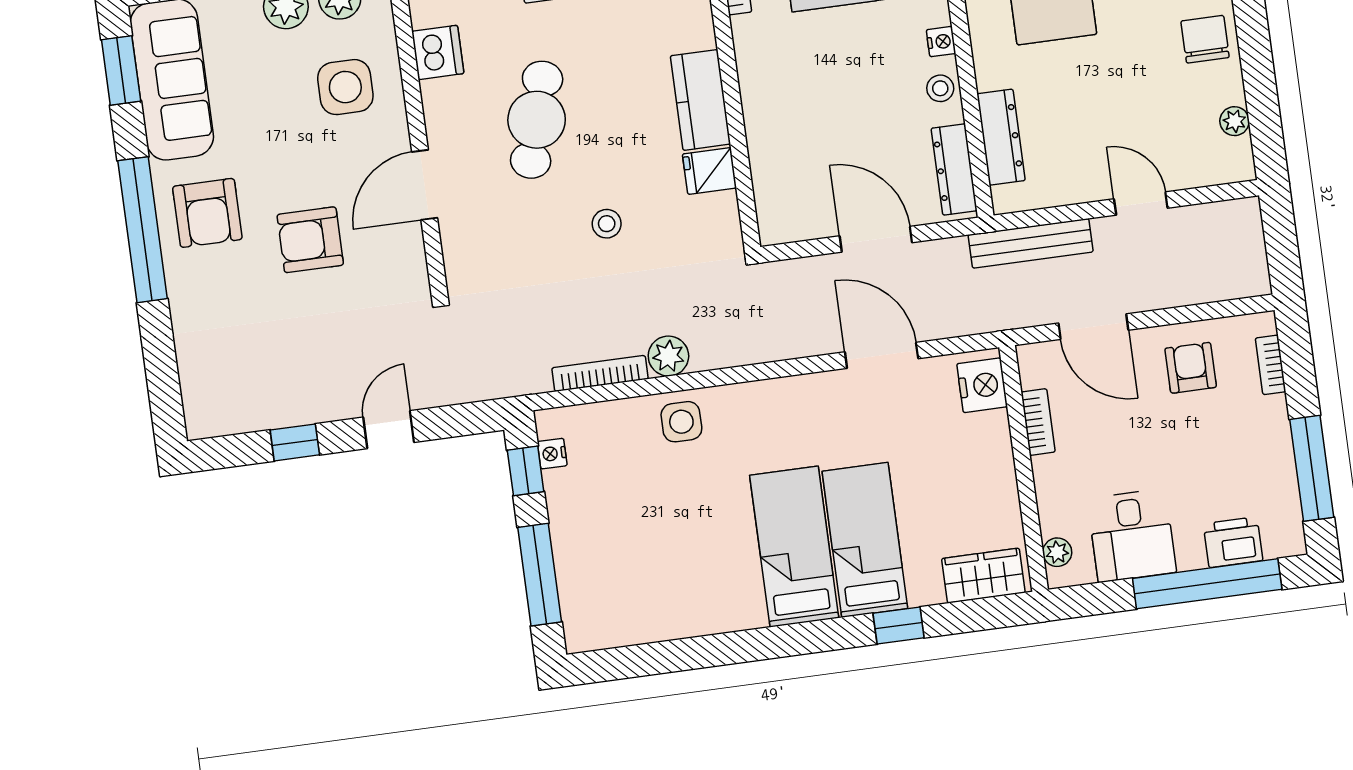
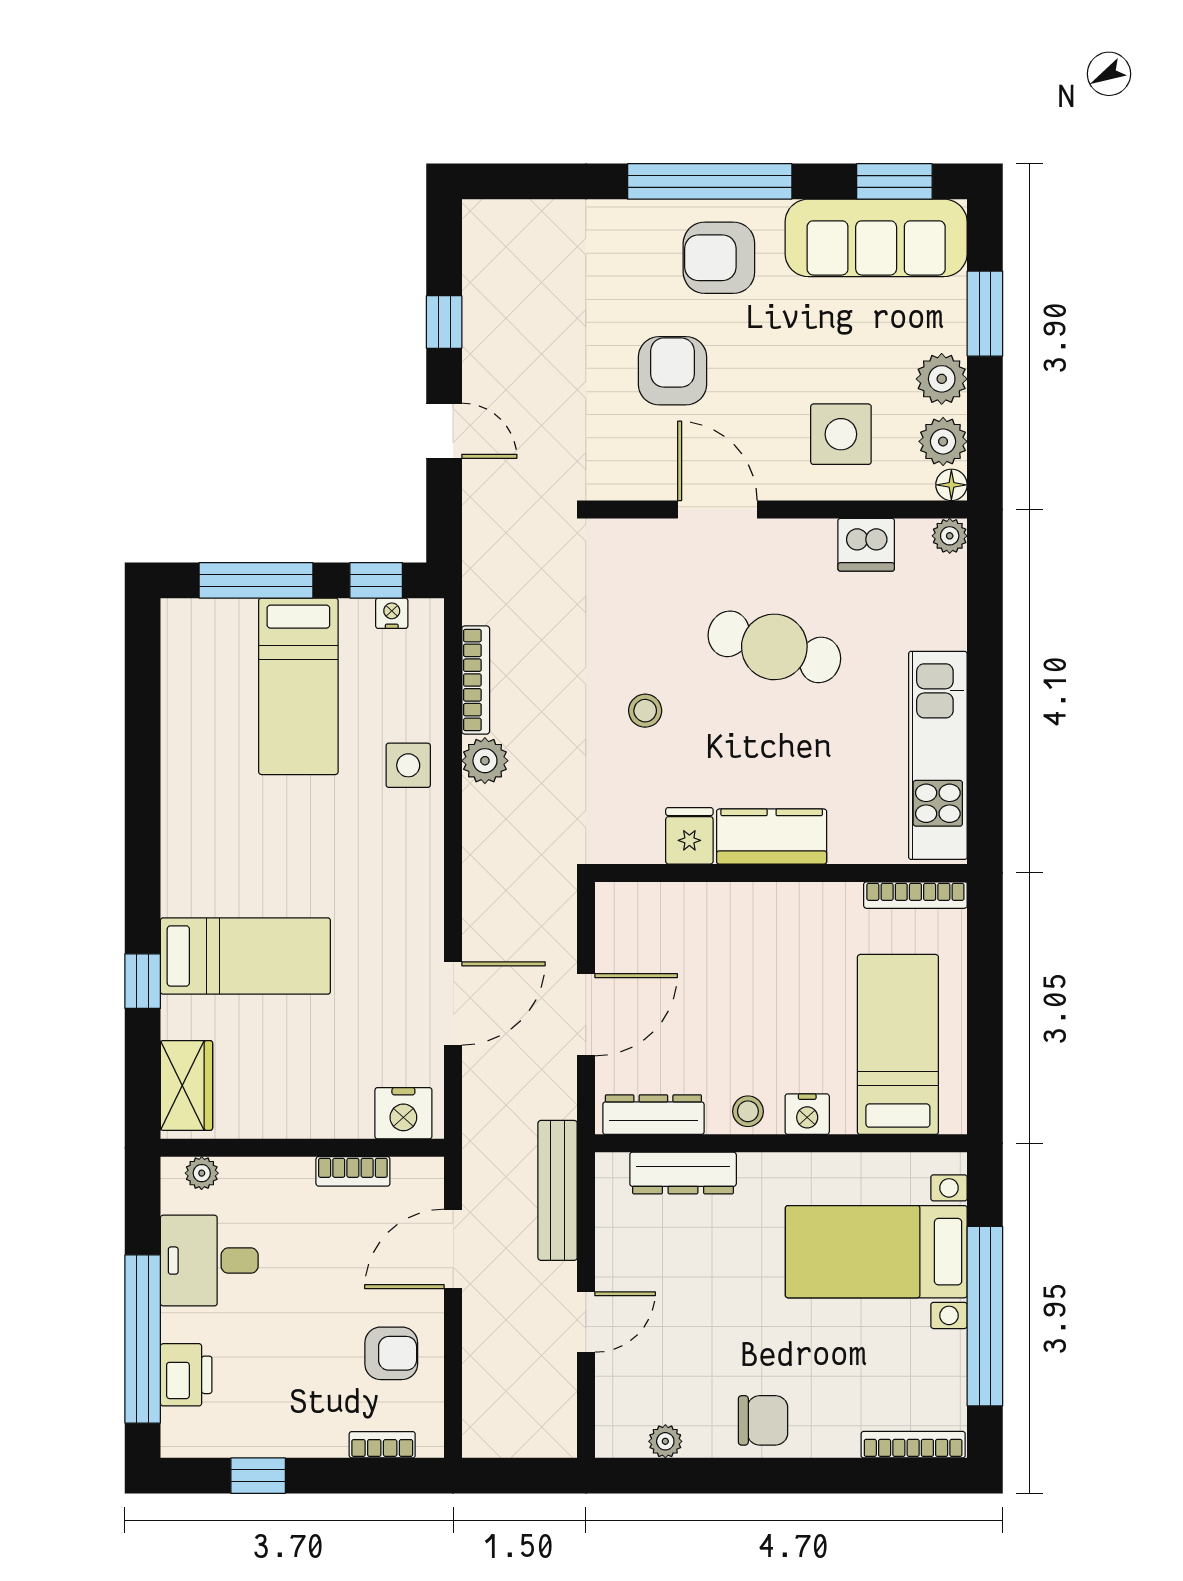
nightstand: (941, 42) -> (807, 1114), width x1.39, depth x1.35
window: (1312, 468) -> (258, 1476), width x0.46
bed: (794, 547) -> (298, 686), moved, turned 90

